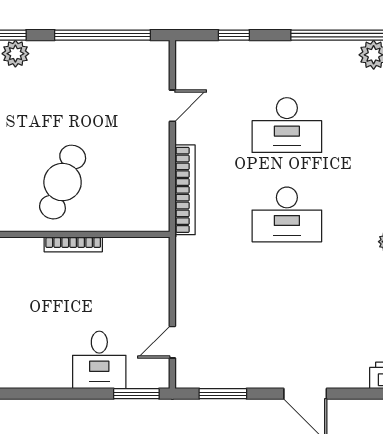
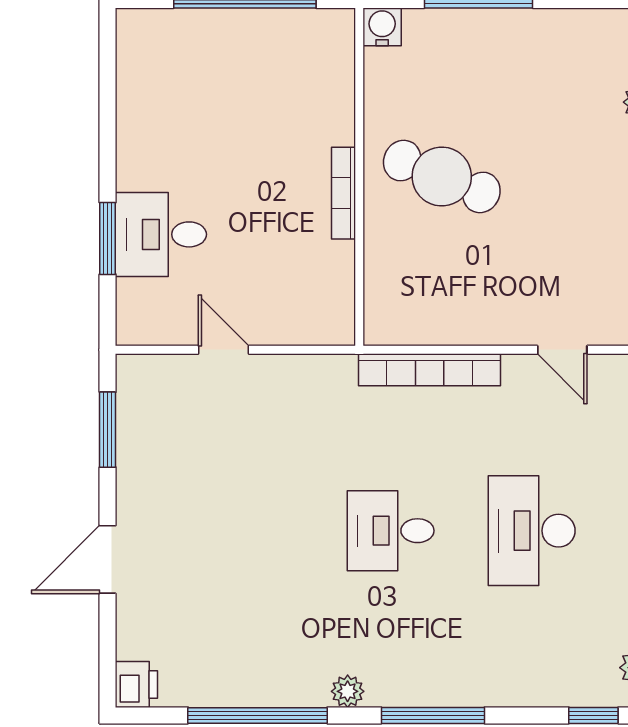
desk: (287, 214) -> (391, 531), width x0.73
door: (172, 342) -> (224, 350), moved
window: (136, 394) -> (108, 238), moved

